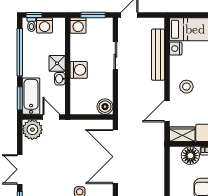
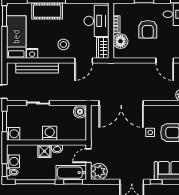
door: (167, 111) -> (84, 60), hinge flipped

